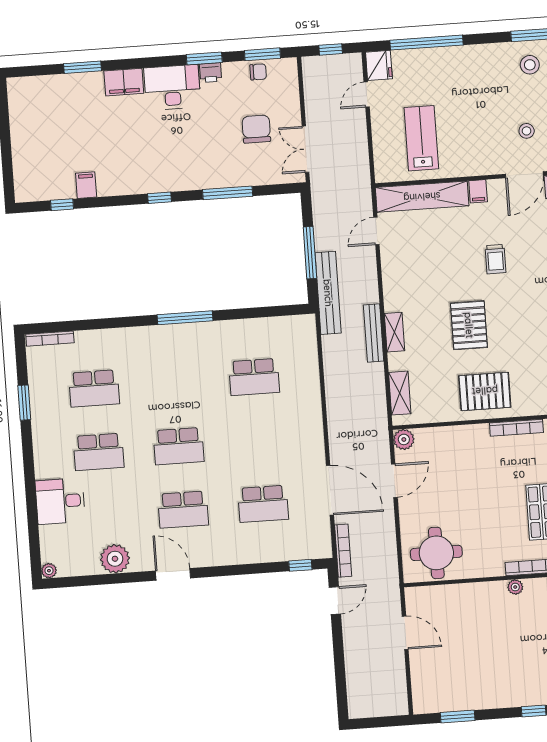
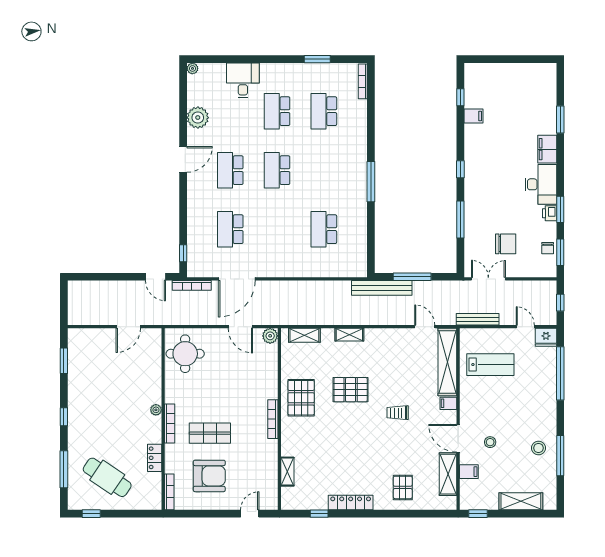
bench: (374, 333) -> (478, 319), moved

